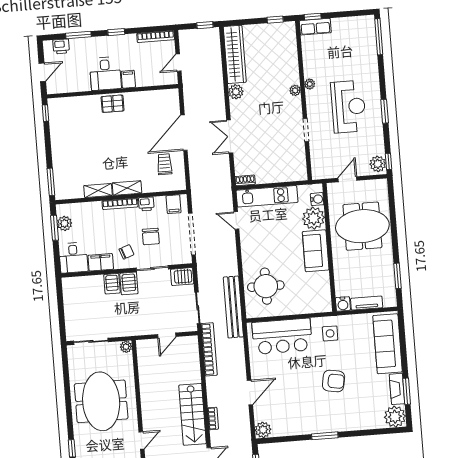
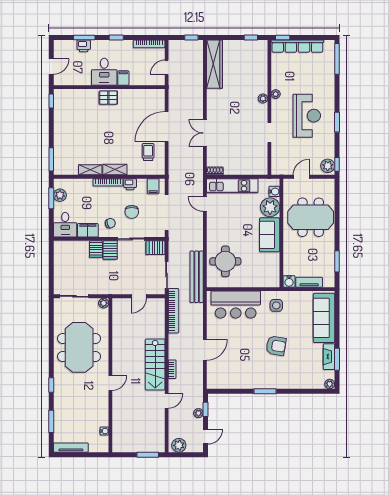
row of seats: (315, 27) -> (297, 46), width x2.02
printer: (61, 46) -> (84, 46), moved
plant: (236, 92) -> (213, 96), removed
plant: (395, 417) -> (330, 384), width x0.53, depth x0.53
plant: (263, 430) -> (213, 382), removed

